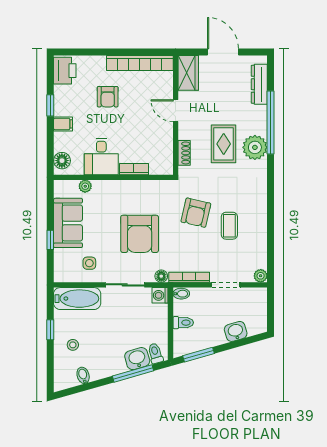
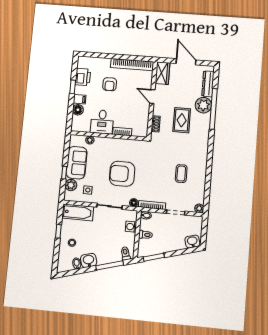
printer: (65, 71) -> (83, 77), moved
plant: (255, 147) -> (203, 105), moved
floor lamp: (62, 161) -> (78, 110), moved
armchair: (196, 213) -> (160, 163), removed
armchair: (140, 234) -> (122, 174), turned 90
plant: (62, 258) -> (71, 185), added
washing machine: (160, 295) -> (131, 227), moved
washbasin: (236, 331) -> (192, 242), moved
washbasin: (137, 359) -> (89, 260), moved

